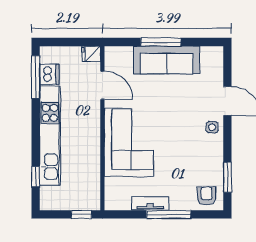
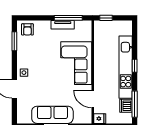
window: (36, 177) -> (135, 66), moved
window: (169, 214) -> (68, 18), moved

